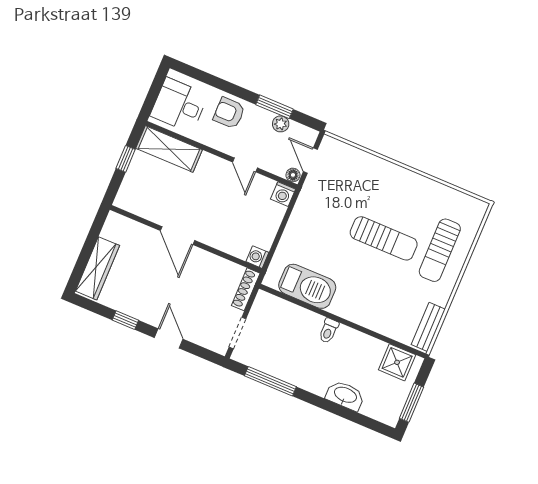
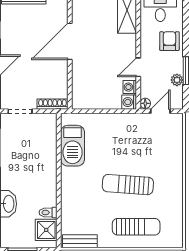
door: (178, 236) -> (70, 41), width x1.36
sun lounger: (384, 238) -> (128, 185), turned 94
sun lounger: (440, 250) -> (136, 227), turned 180
washing machine: (257, 257) -> (130, 87), moved, turned -90
toilet: (329, 331) -> (48, 212), moved

